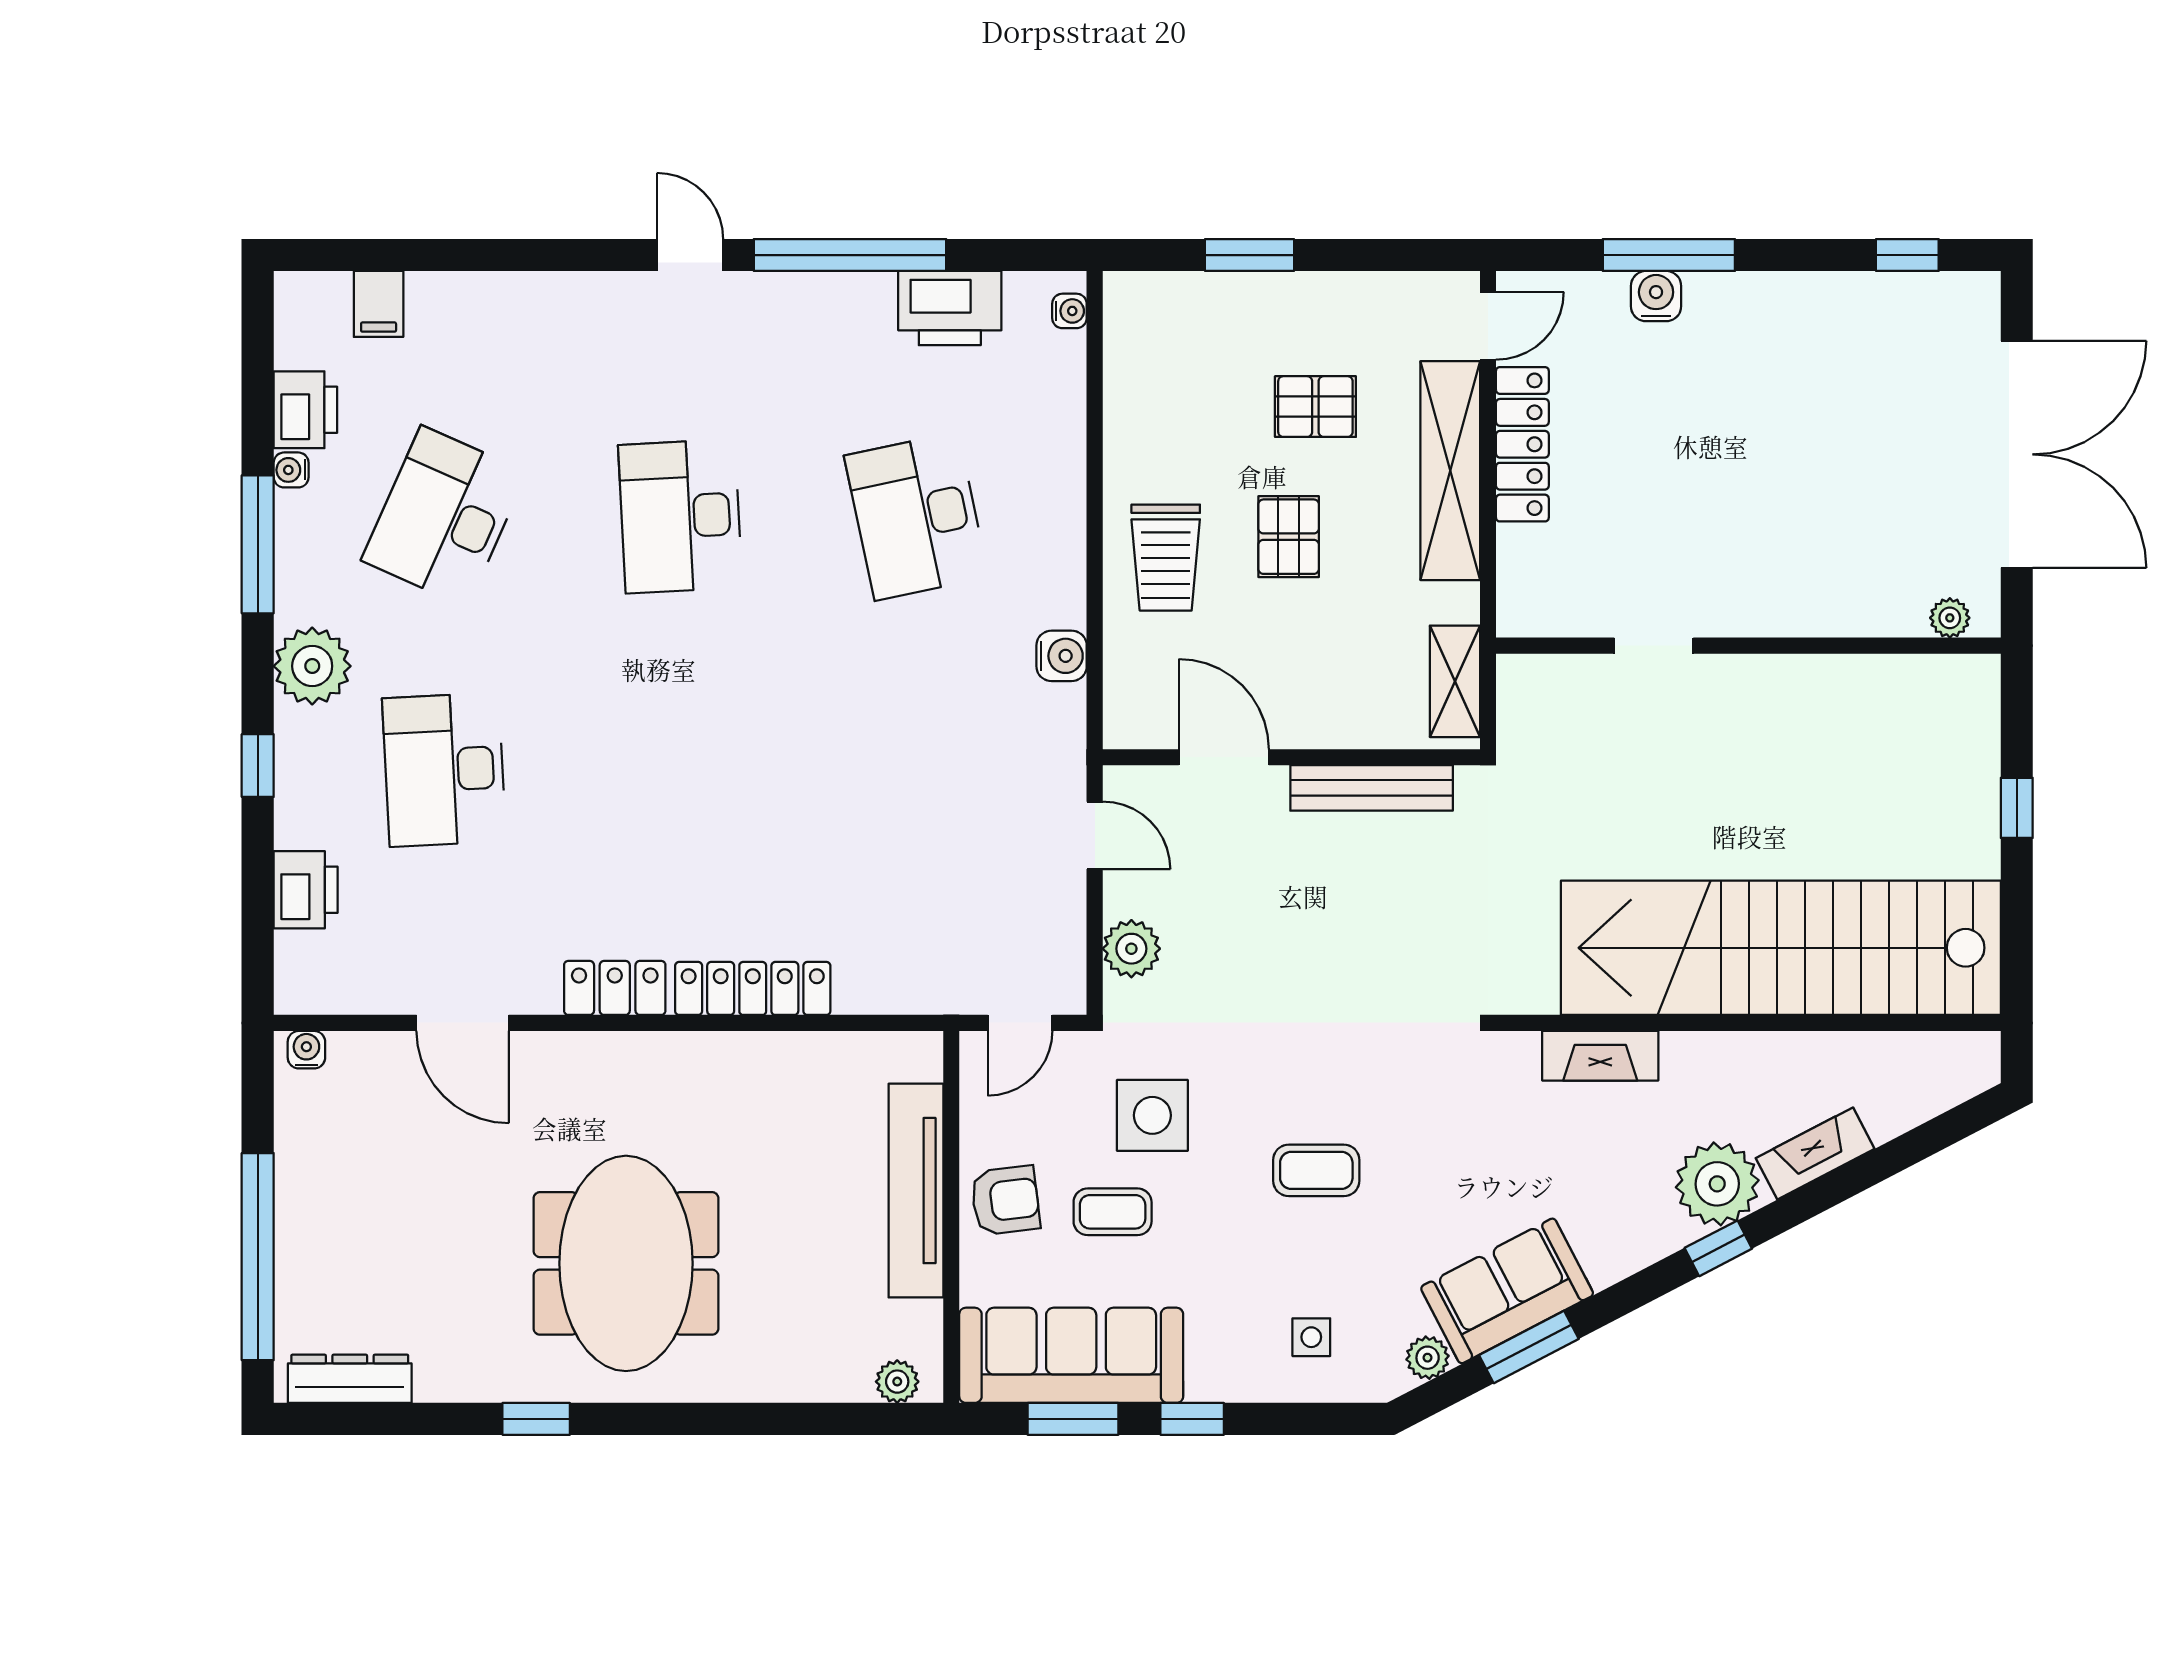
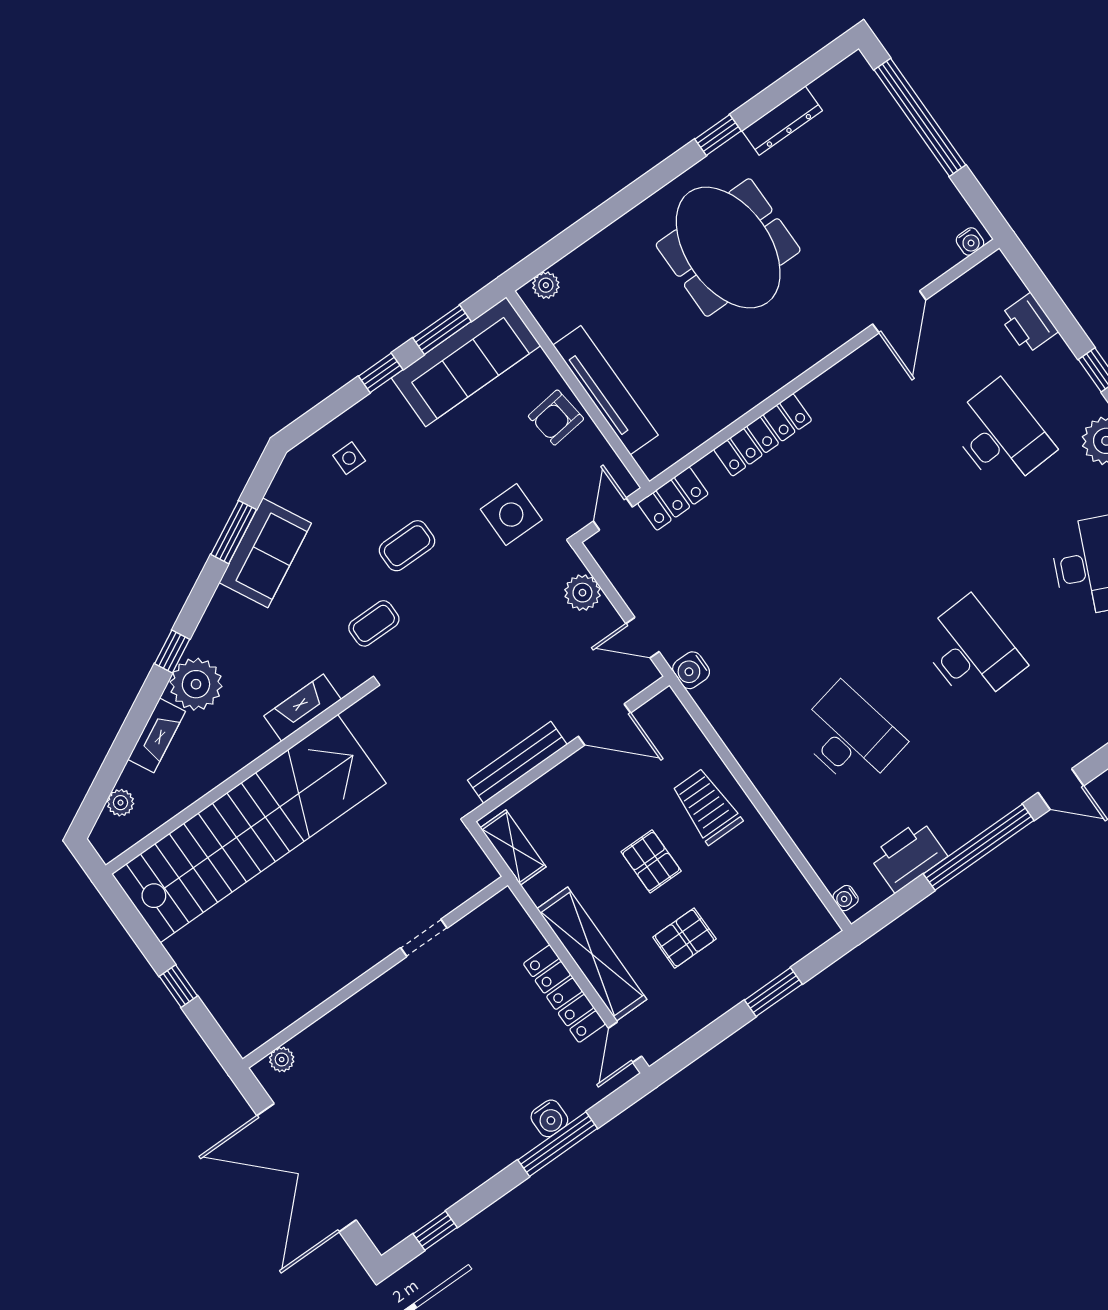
water cooler: (1062, 656) -> (691, 670), moved
locker: (615, 988) -> (673, 499), moved
door: (463, 1023) -> (899, 312), swing flipped
coffee table: (1113, 1212) -> (374, 623), moved
plant: (1428, 1358) -> (120, 803), moved
dresser: (350, 1379) -> (782, 121), moved

